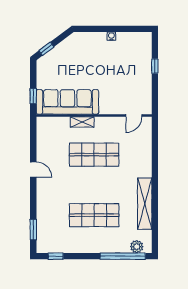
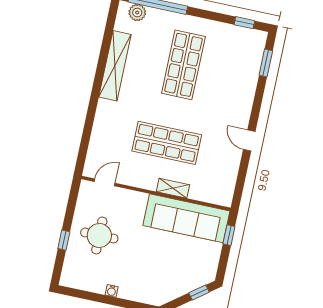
round table: (129, 75) -> (99, 235), added
shop shelf: (94, 215) -> (183, 65), turned 90

